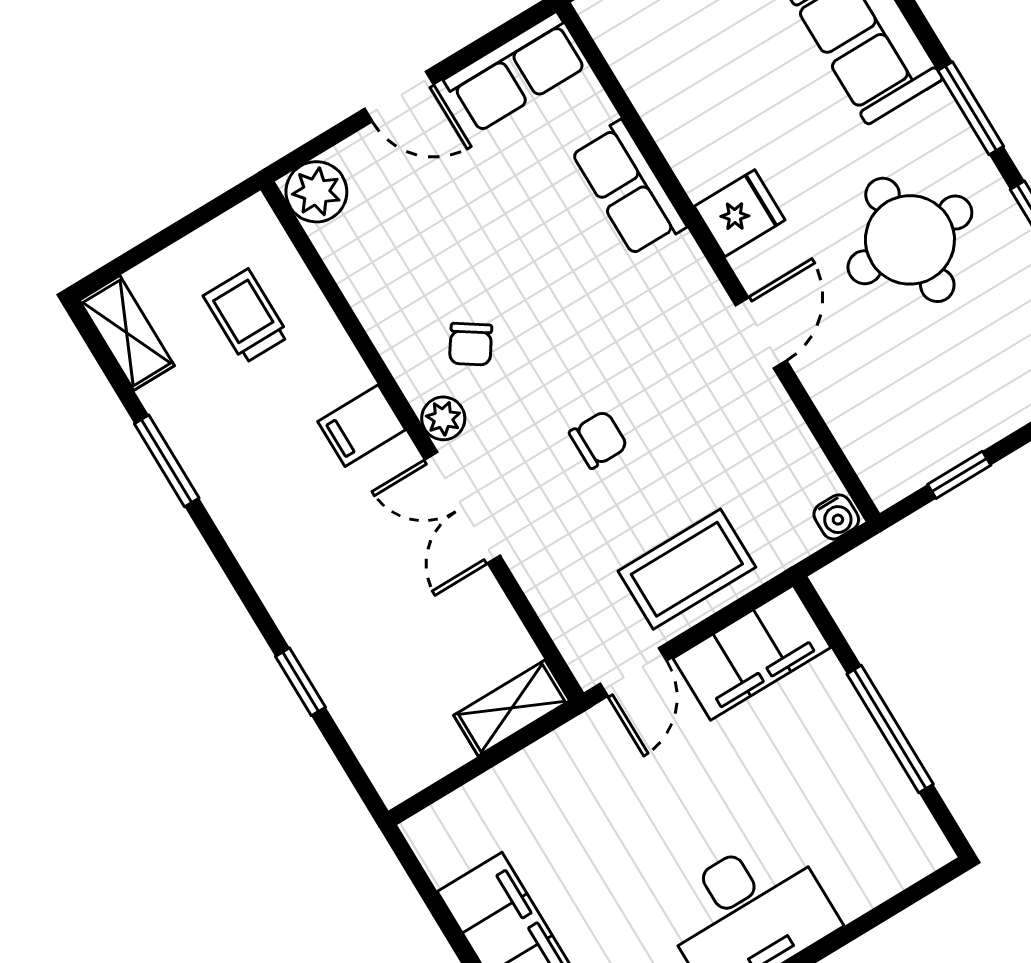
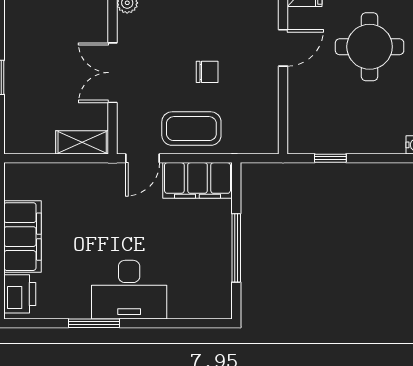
chair: (598, 440) -> (207, 72), moved
double door: (462, 508) -> (113, 73), moved
water cooler: (836, 517) -> (268, 145), removed

